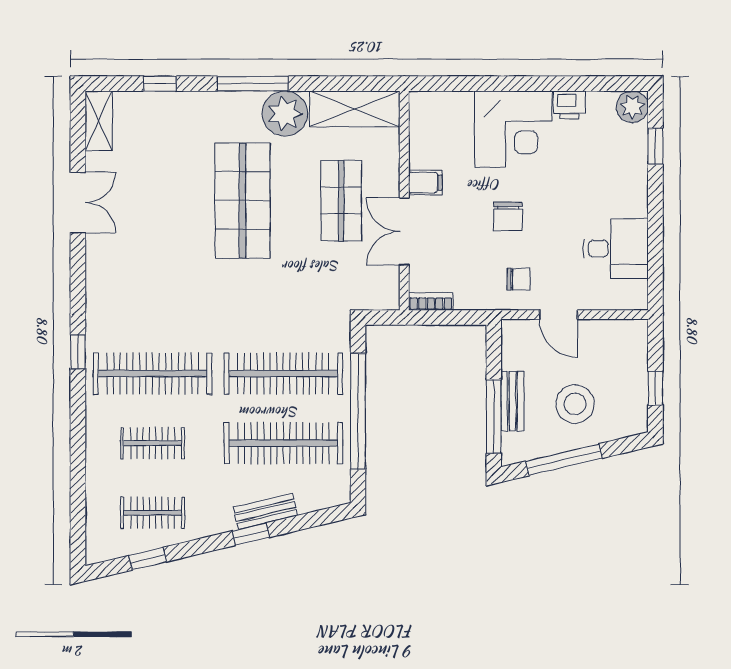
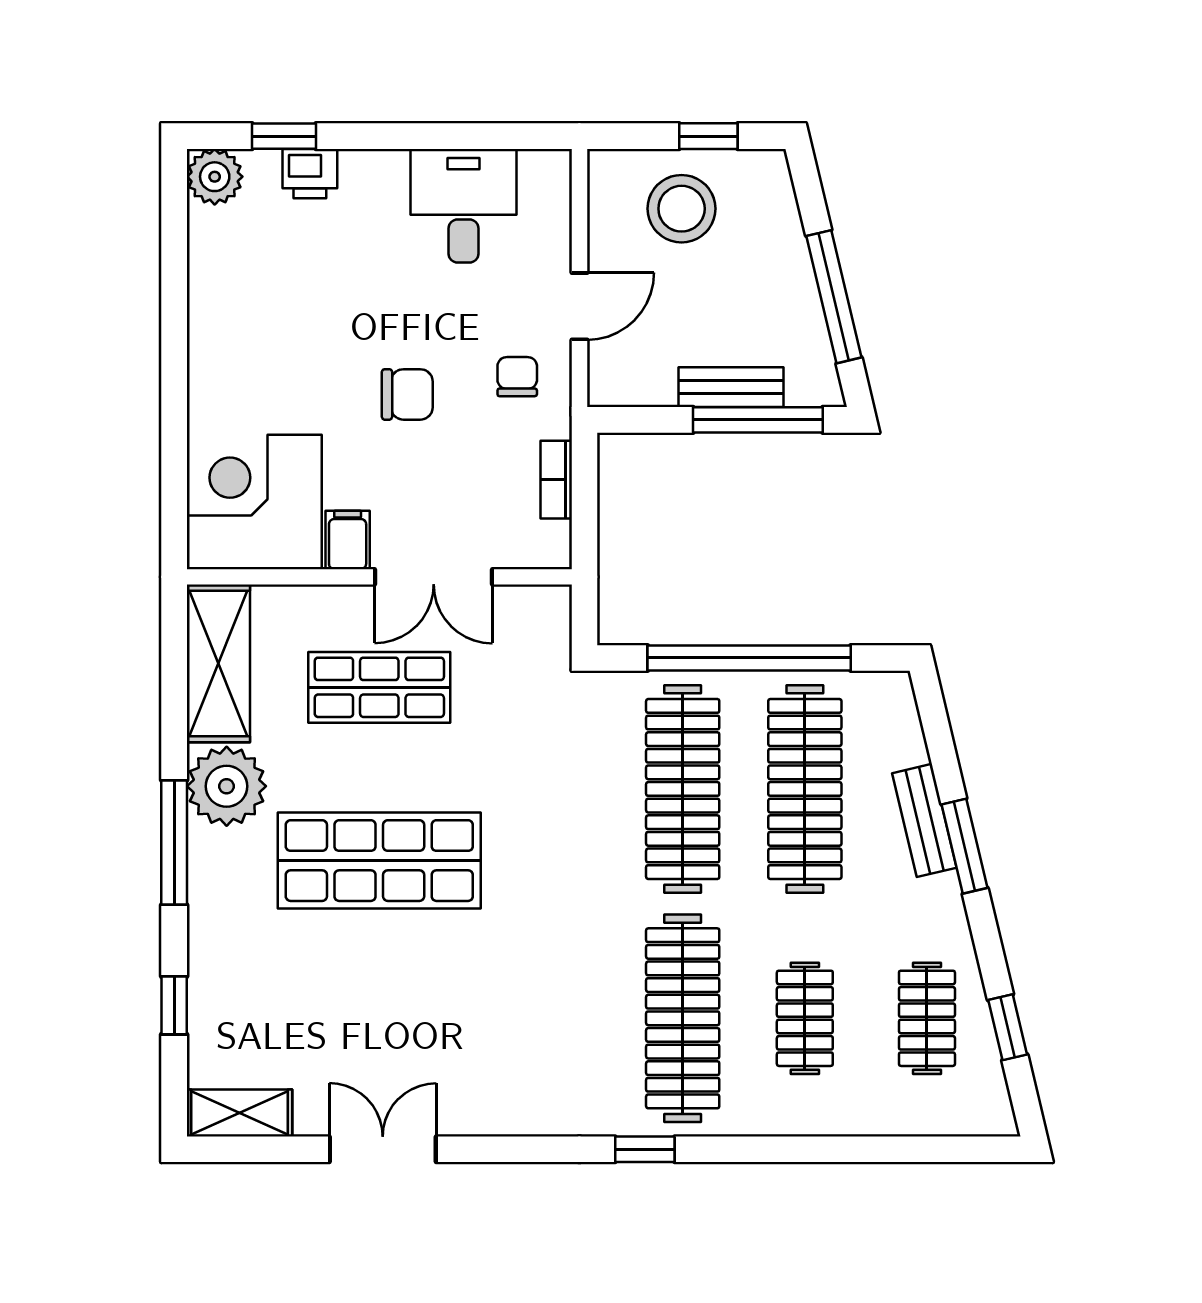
printer: (569, 105) -> (310, 174), moved, turned 90
corner desk: (513, 129) -> (254, 502), moved, turned -90
bookcase: (431, 301) -> (556, 480), moved
stool: (575, 404) -> (682, 209), moved
window: (251, 534) -> (965, 846), width x1.50

